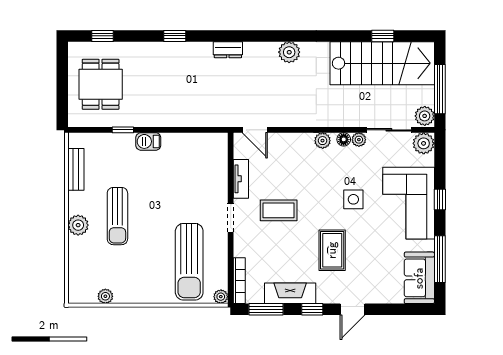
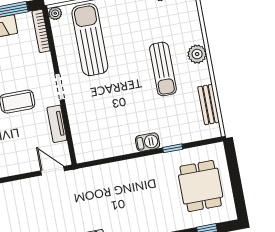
sun lounger: (117, 216) -> (163, 69), turned 180

